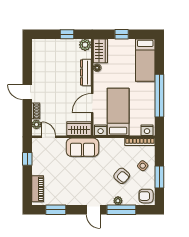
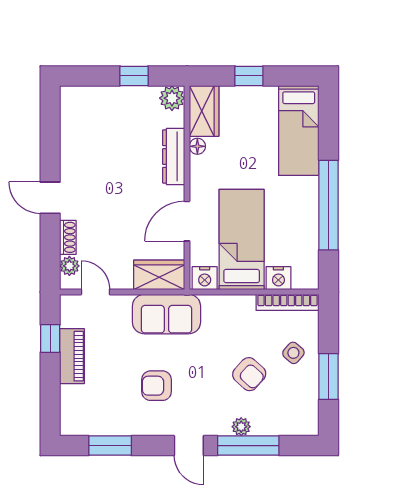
nightstand: (147, 130) -> (278, 278), moved
piano: (38, 189) -> (72, 356), moved
armchair: (146, 196) -> (157, 386), moved

